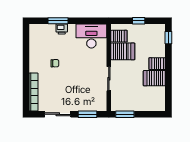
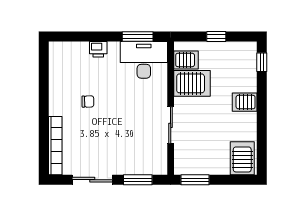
window: (58, 21) -> (138, 36), moved
server rack: (154, 78) -> (242, 158), moved, turned 90

